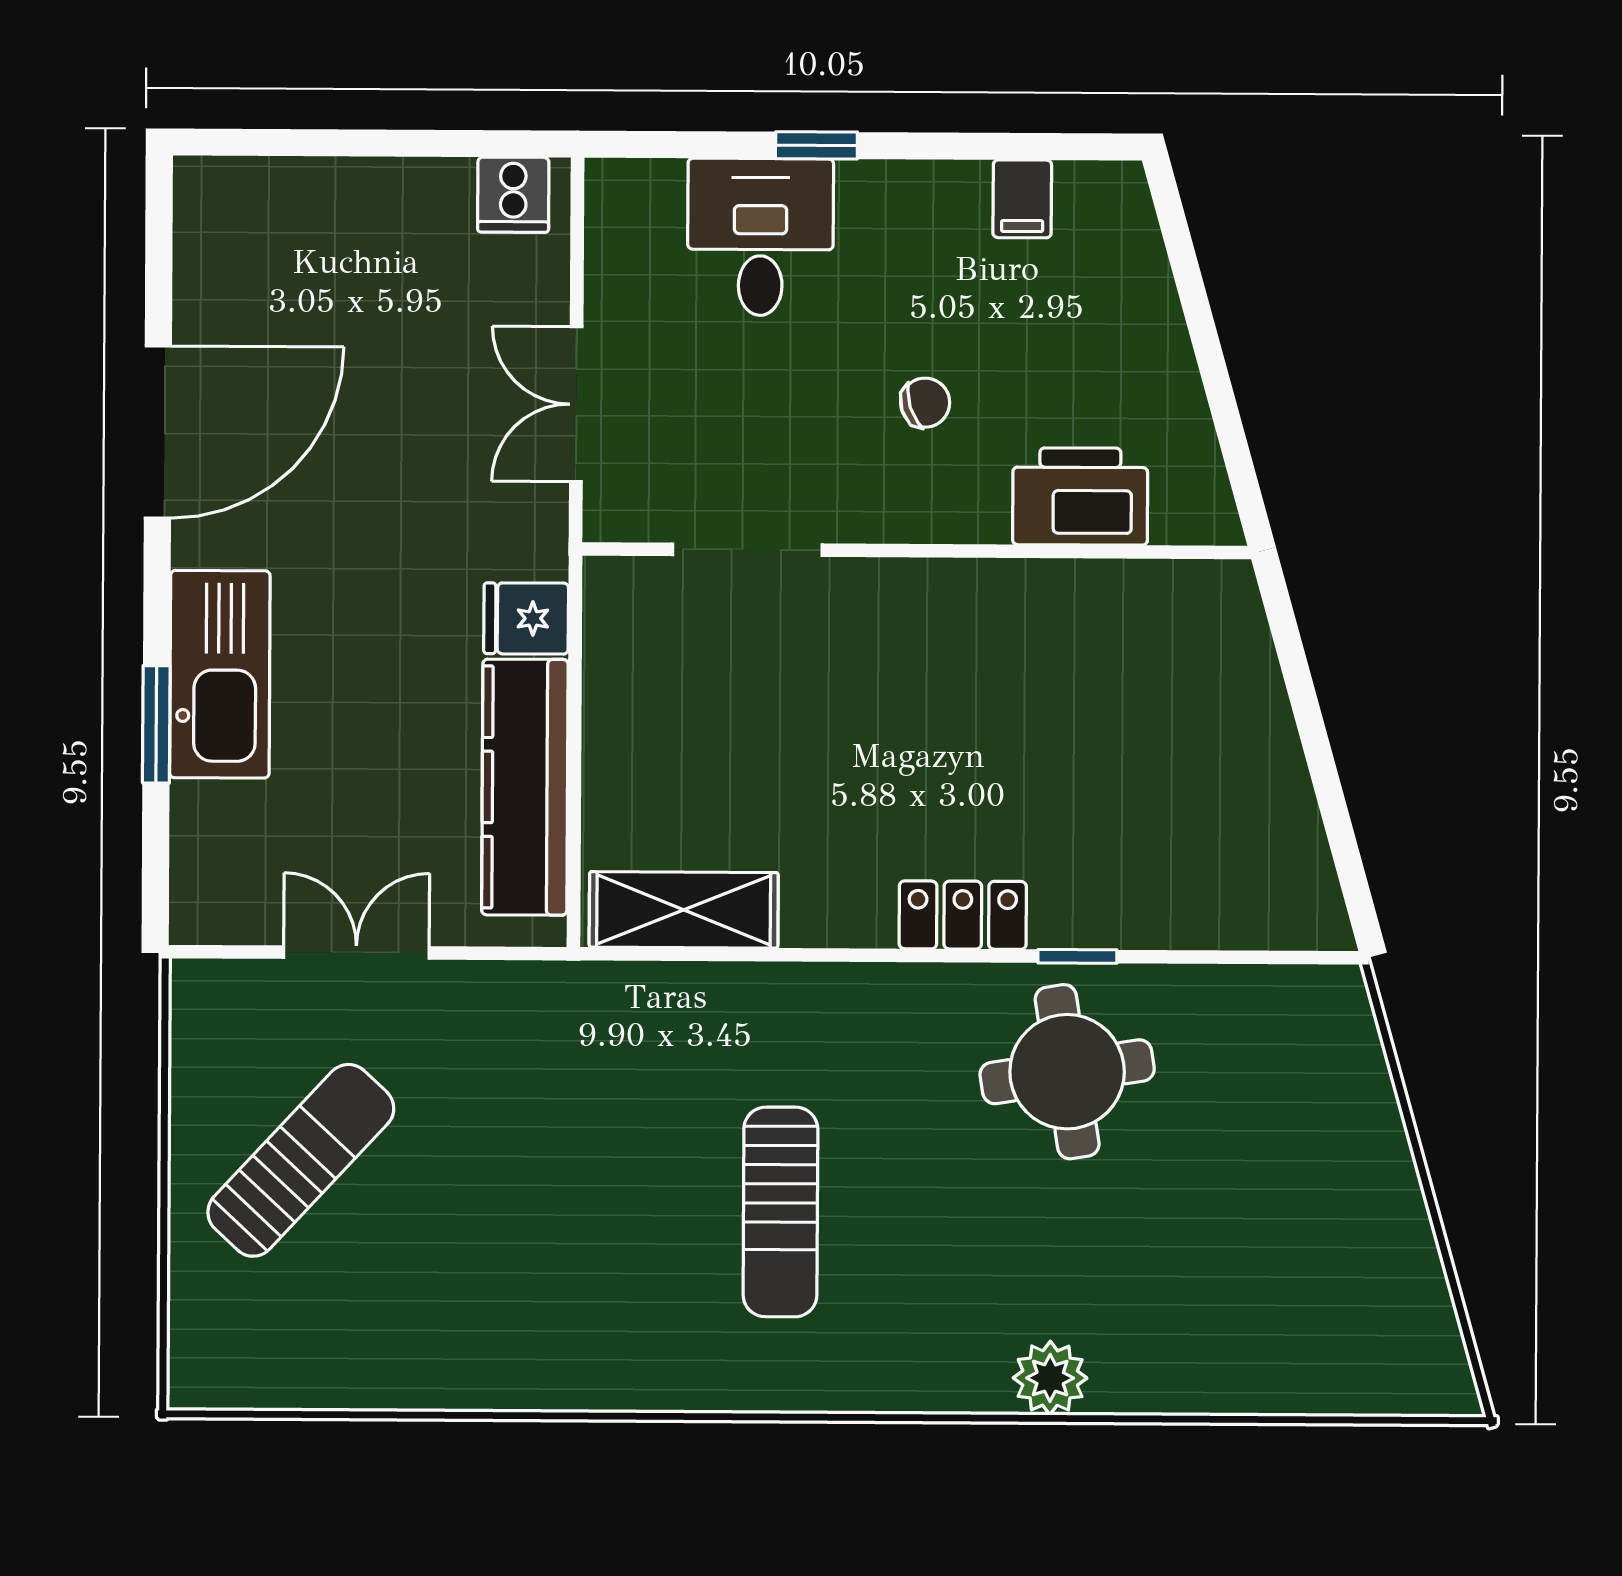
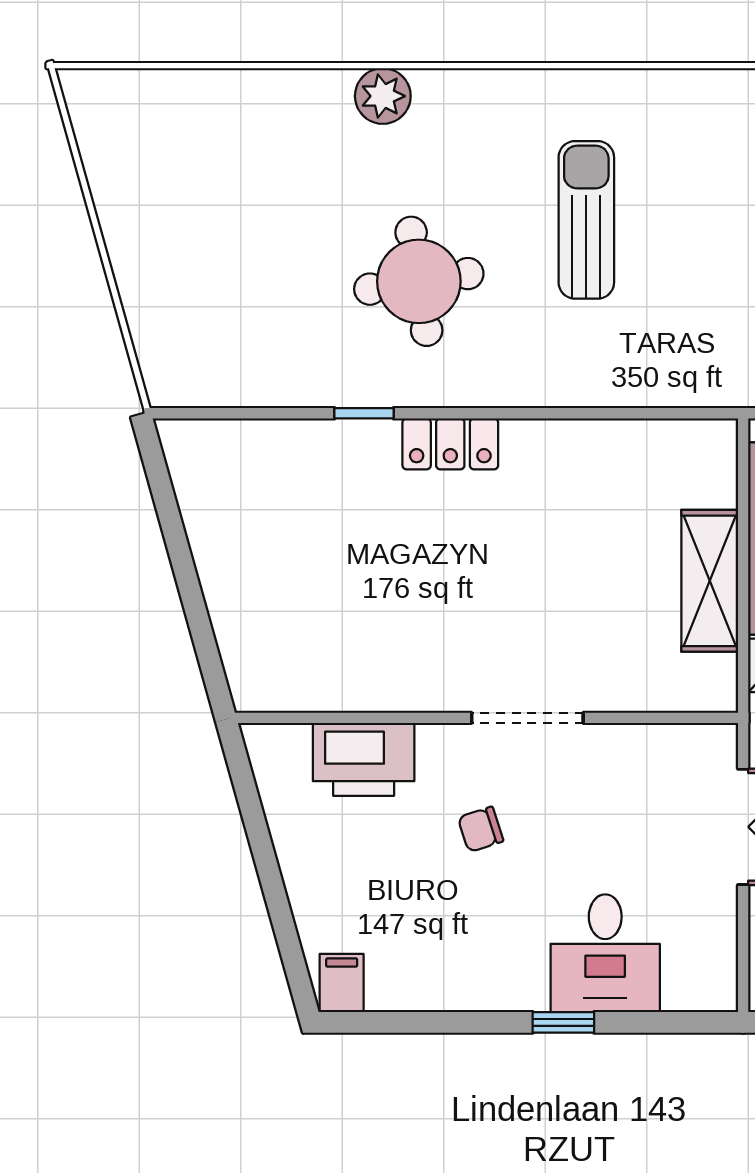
filing cabinet: (1022, 199) -> (342, 983), moved
doorway: (747, 550) -> (527, 718), moved
shelving: (684, 910) -> (710, 581), moved, turned 90
round table: (1067, 1072) -> (419, 281), moved

